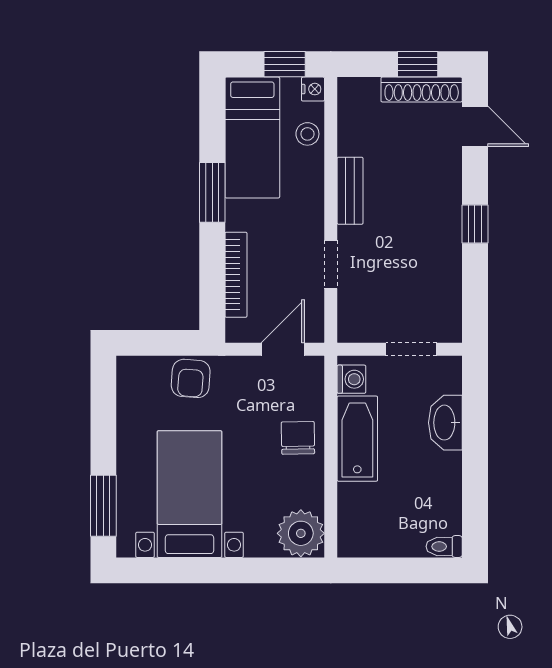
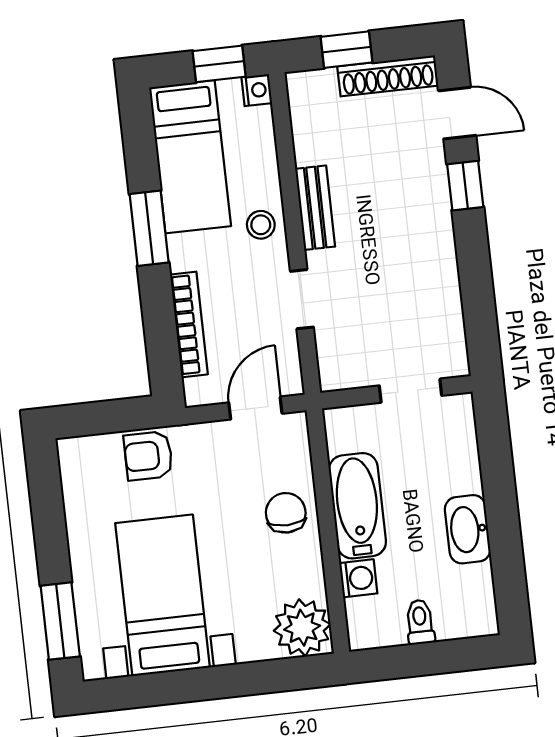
window: (418, 64) -> (347, 50), moved
stool: (307, 134) -> (261, 225), moved
window: (475, 224) -> (465, 186), moved
armchair: (191, 378) -> (148, 456), turned 86
washing machine: (351, 379) -> (358, 578), moved
washbasin: (445, 423) -> (468, 529), moved
toilet: (444, 546) -> (420, 622), moved, turned 90

